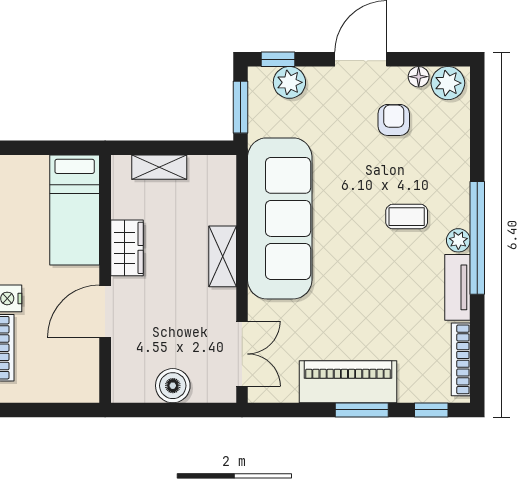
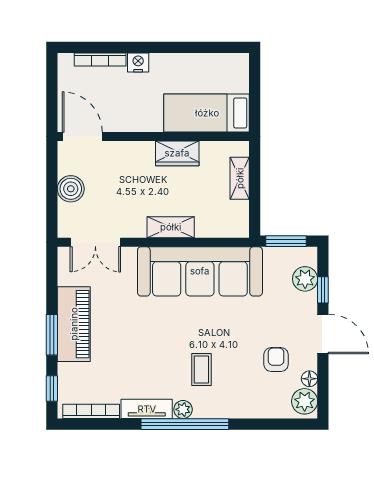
window: (278, 59) -> (323, 290), moved
armchair: (394, 120) -> (276, 360), turned -90
door: (105, 311) -> (82, 137), moved

